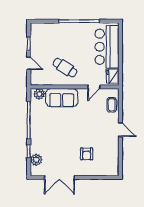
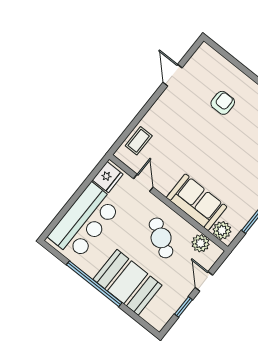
booth: (64, 34) -> (128, 282), added
plant: (45, 80) -> (201, 243), added
door: (94, 87) -> (143, 183), hinge flipped
door: (120, 130) -> (173, 75), moved

